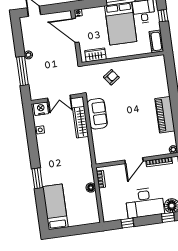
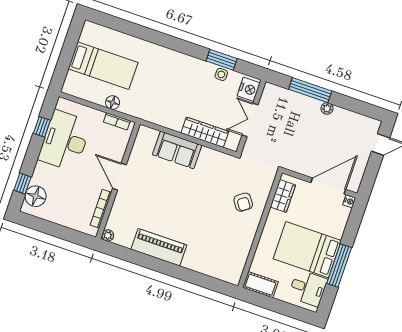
window: (163, 16) -> (290, 310), removed
sofa: (97, 114) -> (177, 150), moved
window: (37, 178) -> (222, 60), moved
desk: (145, 203) -> (65, 141), moved
bed: (55, 207) -> (103, 66), moved

